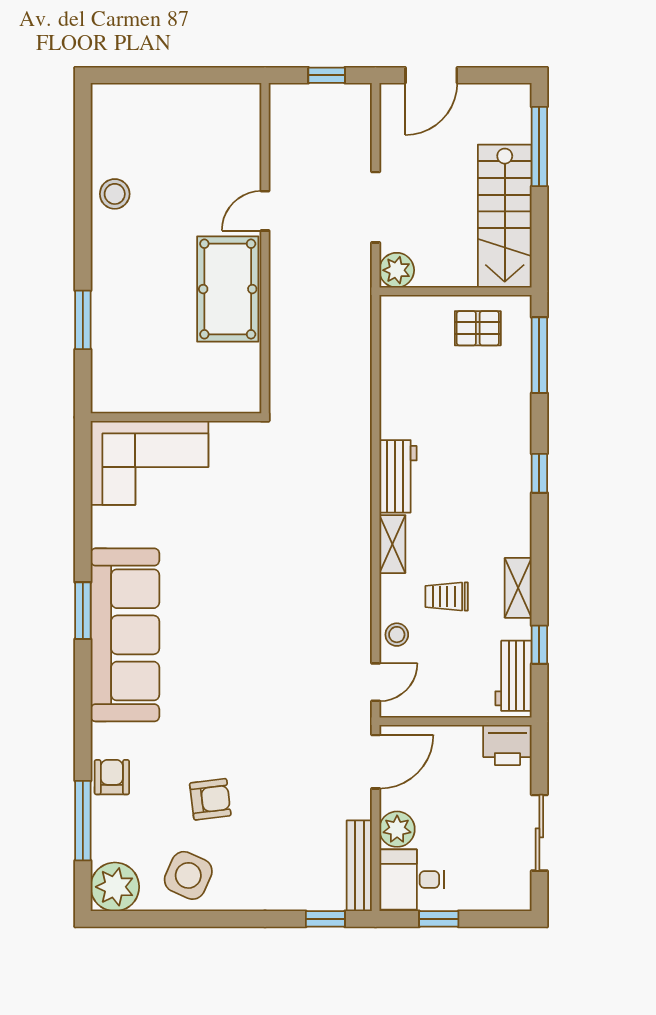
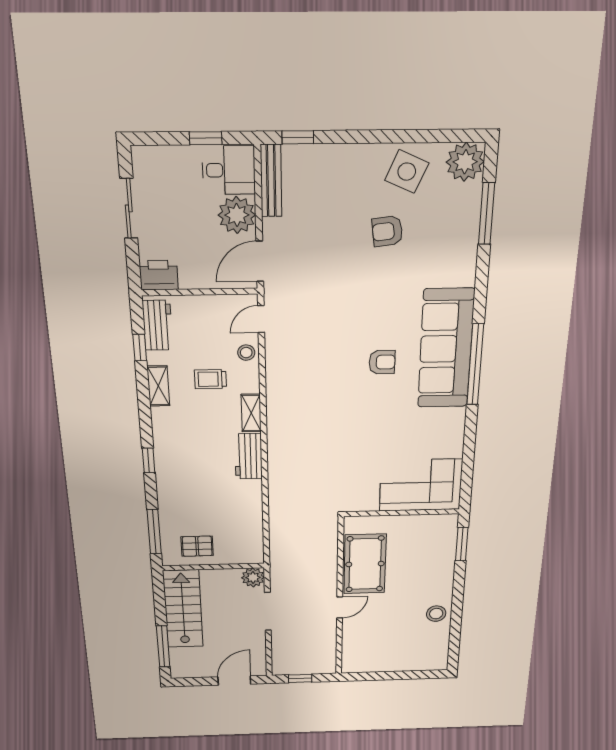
wall: (176, 417) -> (401, 513), moved
corner sofa: (149, 463) -> (421, 485), moved
trolley: (447, 596) -> (210, 379), turned 180
window: (83, 611) -> (475, 365), width x2.11
armchair: (112, 777) -> (382, 362), moved, turned -90
plant: (397, 829) -> (237, 215), width x1.36, depth x1.36

